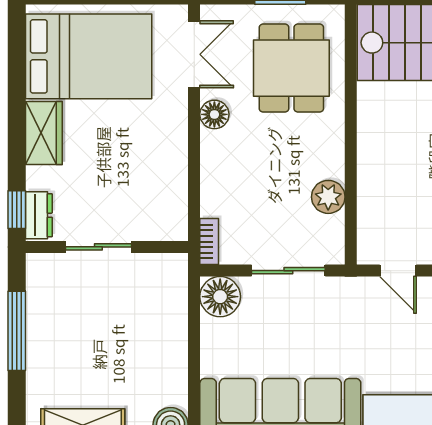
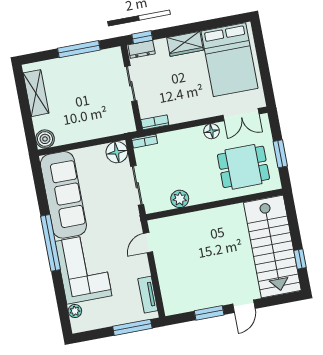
bookcase: (178, 216) -> (155, 122), added

